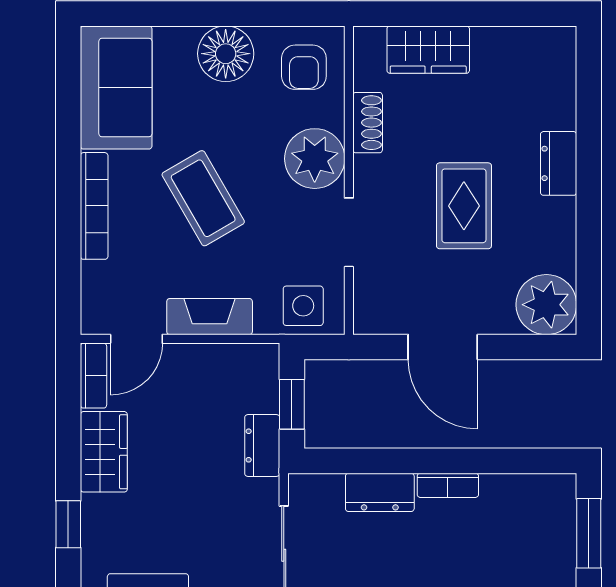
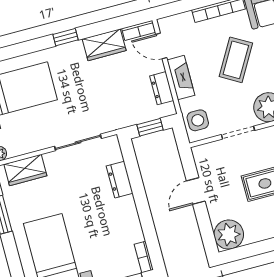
coffee table: (203, 198) -> (236, 60), turned -30
door: (443, 347) -> (196, 191), width x0.73
dresser: (262, 446) -> (162, 88), moved, turned -90
bookcase: (448, 485) -> (144, 257), moved

